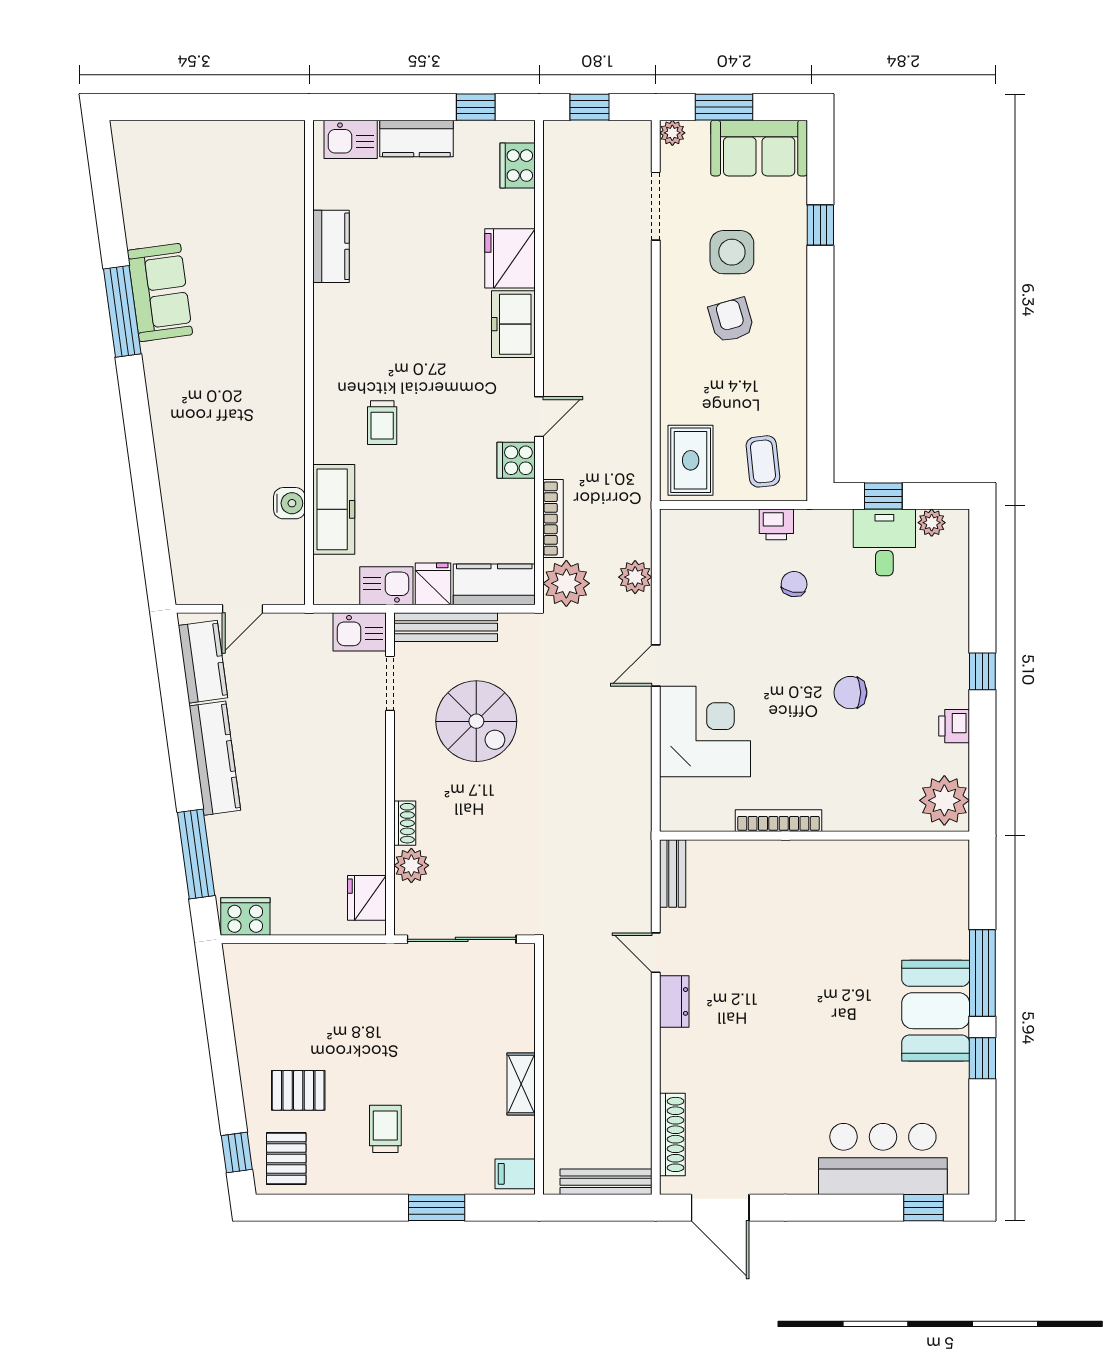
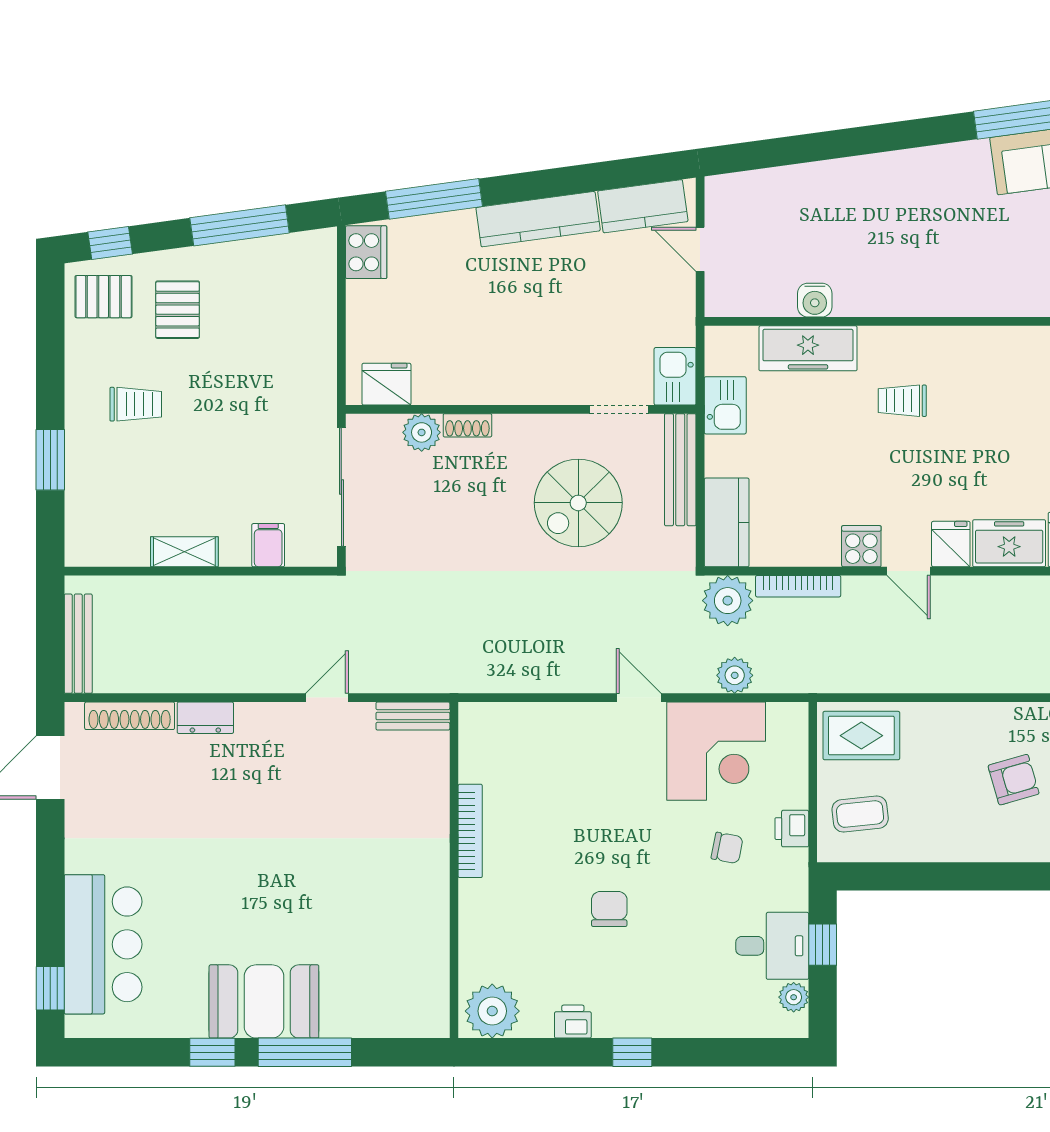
fridge: (433, 584) -> (951, 544), moved, turned -90
corner desk: (705, 732) -> (716, 751), moved
dresser: (674, 1001) -> (205, 718), moved
window: (221, 1033) -> (240, 225), added
filing cabinet: (515, 1174) -> (268, 545), moved

